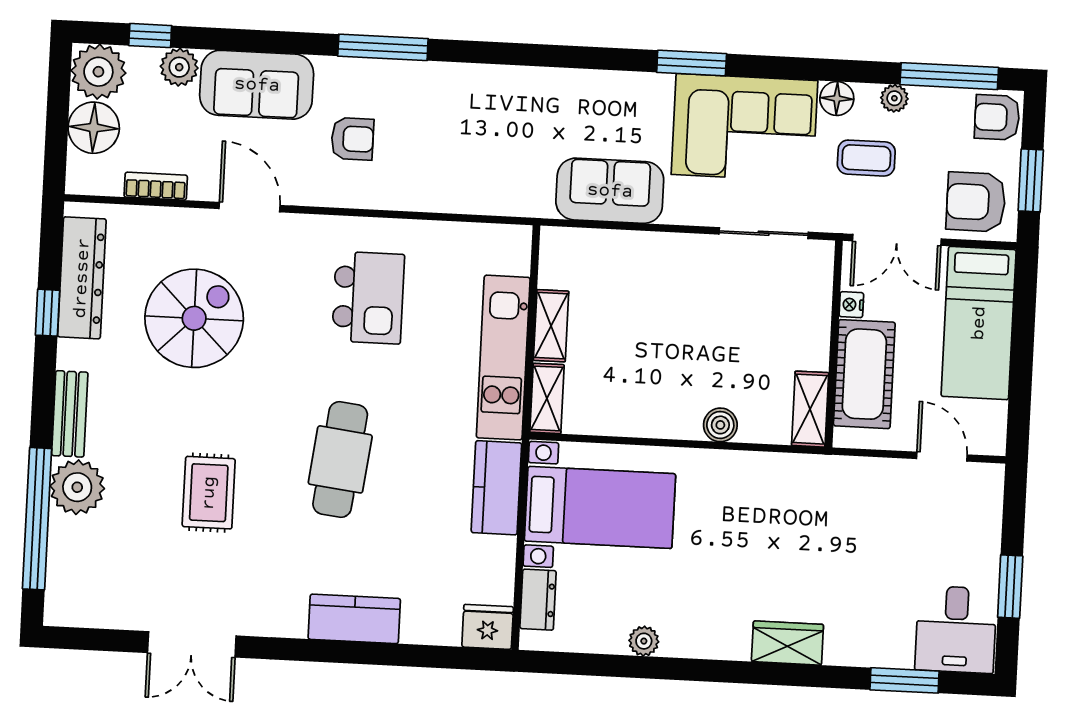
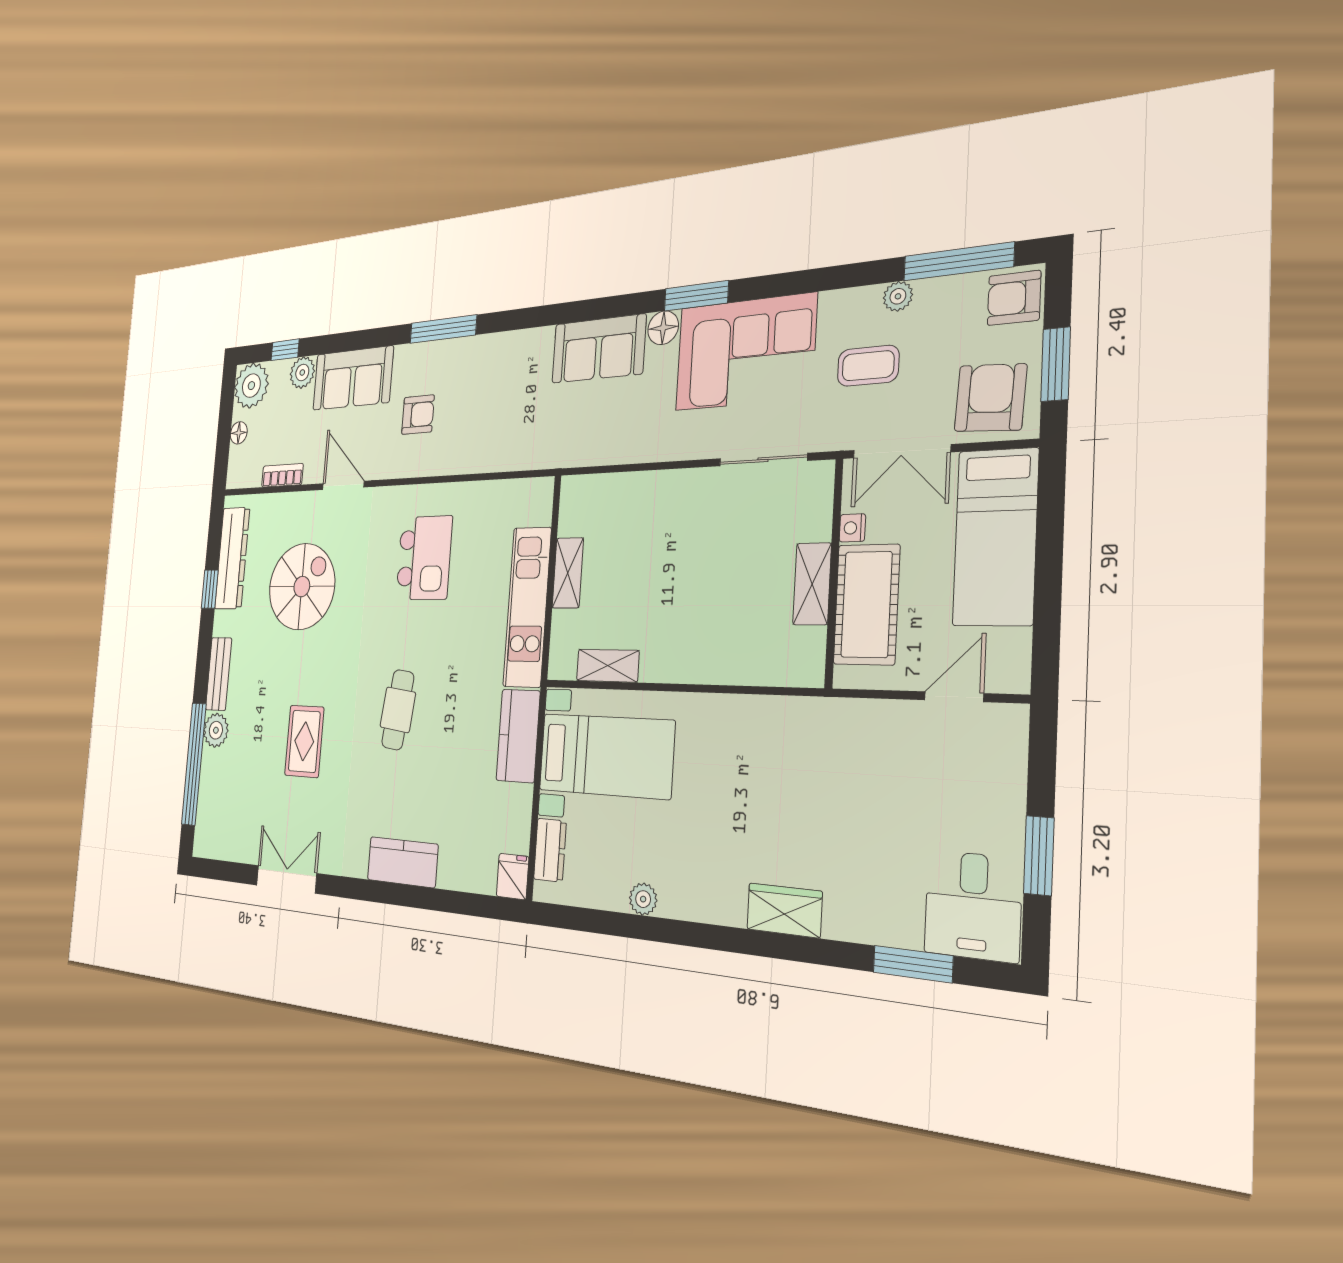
floor lamp: (837, 98) -> (663, 328), moved
floor lamp: (94, 128) -> (239, 433), width x0.53, depth x0.53
sofa: (610, 191) -> (599, 349), moved, turned 180
armchair: (976, 202) -> (990, 398), turned 93
shelving: (547, 398) -> (608, 666), moved, turned 90
shelving: (810, 409) -> (812, 584), moved
boiler: (720, 425) -> (719, 667), removed
door: (942, 457) -> (954, 697), hinge flipped
cafe table: (340, 459) -> (398, 710), width x0.73, depth x0.74
plant: (77, 487) -> (216, 730), width x0.73, depth x0.73
fridge: (488, 627) -> (513, 877), width x0.72
double door: (192, 644) -> (286, 879), swing flipped

